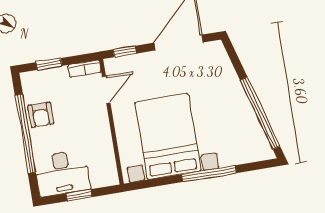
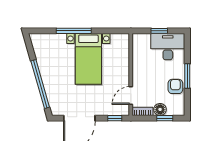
floor lamp: (58, 76) -> (160, 109), added
window: (260, 113) -> (40, 84), moved
window: (25, 134) -> (187, 76), width x0.47
bed with nightstands: (168, 137) -> (88, 59), width x0.73

